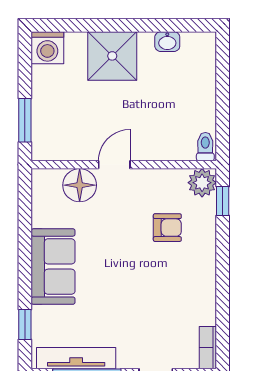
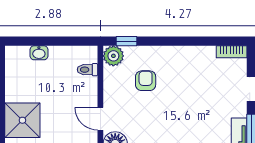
washbasin: (167, 42) -> (39, 53), moved, turned 90
toilet: (205, 147) -> (87, 70), moved

